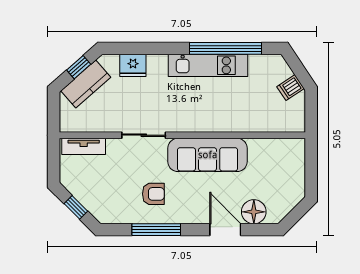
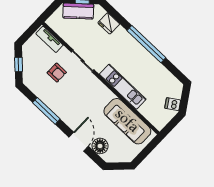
window: (225, 48) -> (146, 44), moved
kitchen unit: (208, 65) -> (123, 87), moved, turned 180
sofa: (208, 155) -> (127, 121), moved
armchair: (153, 194) -> (57, 73), moved

